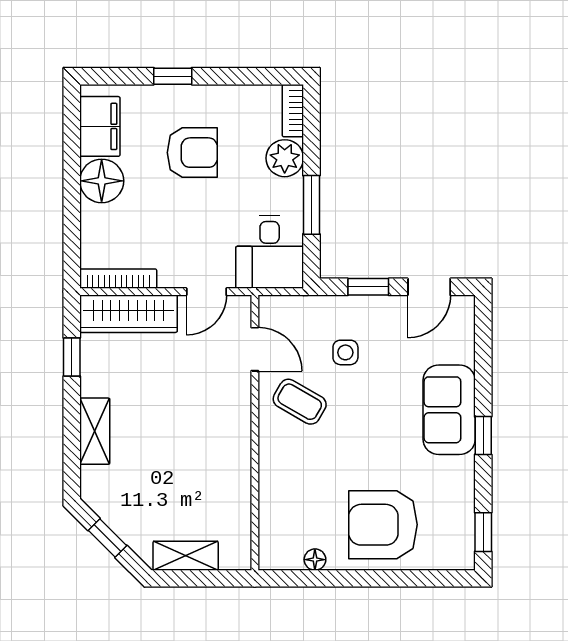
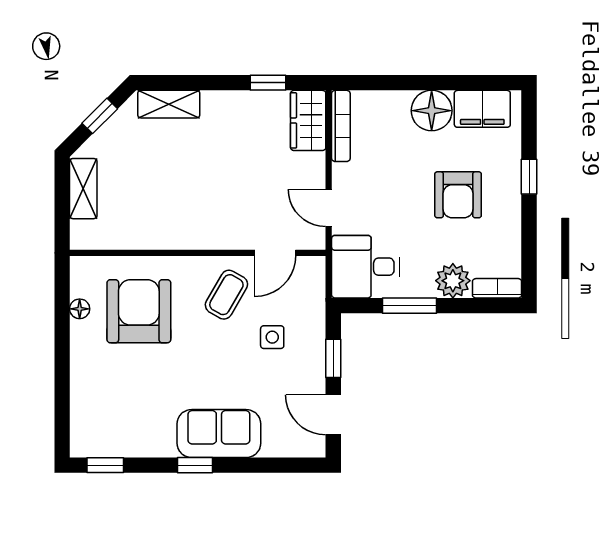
wardrobe: (129, 314) -> (308, 120), width x0.67
shelving: (95, 431) -> (169, 104), moved
armchair: (383, 525) -> (139, 311), moved

